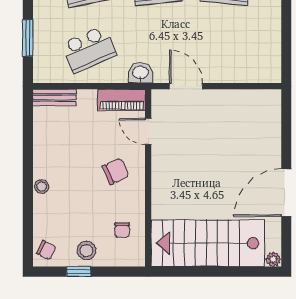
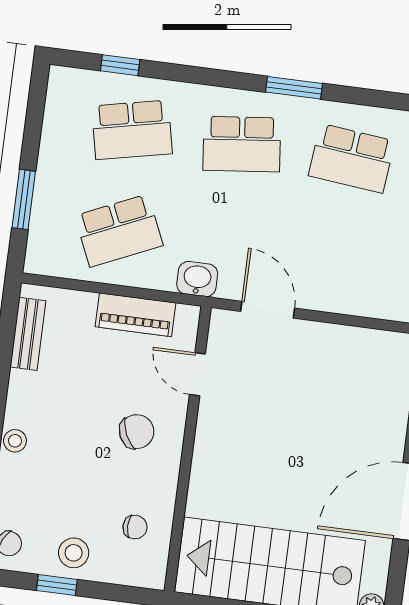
bench: (55, 97) -> (28, 334), moved, turned 90
piano: (121, 100) -> (136, 315), moved
chair: (122, 230) -> (135, 527), turned -90

